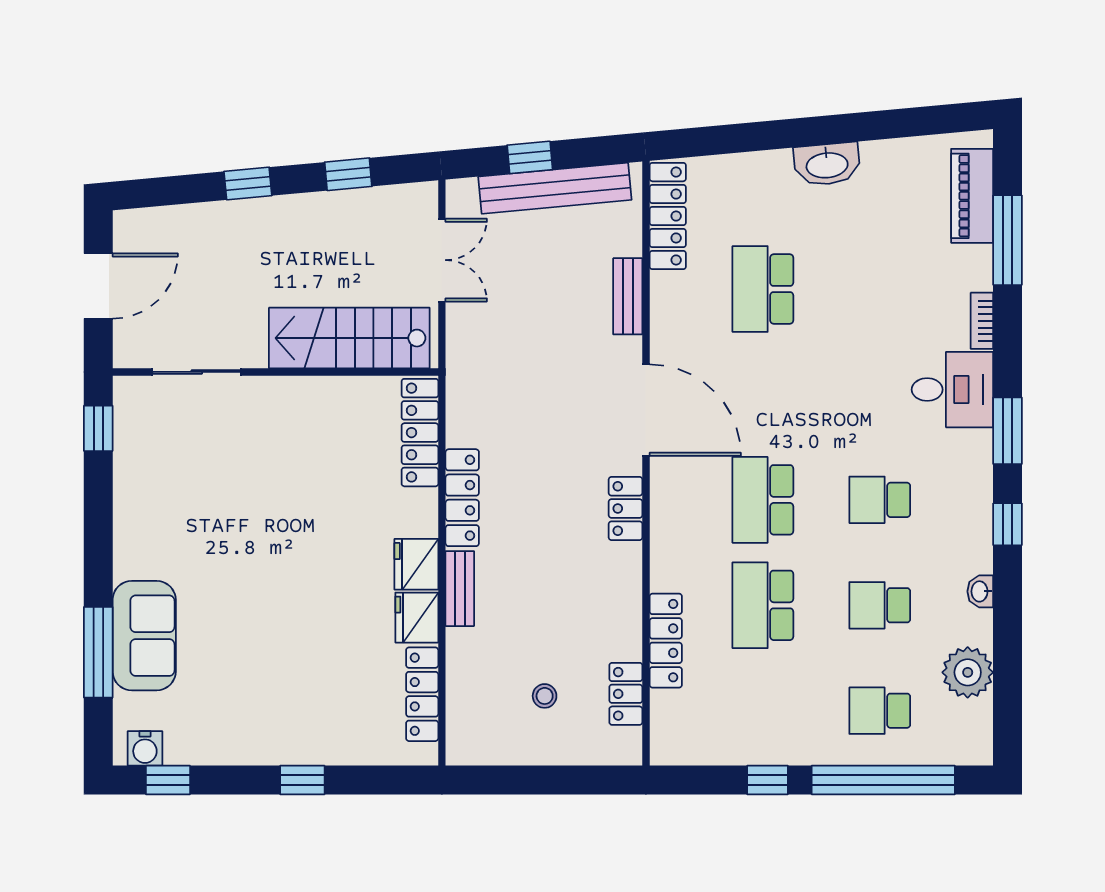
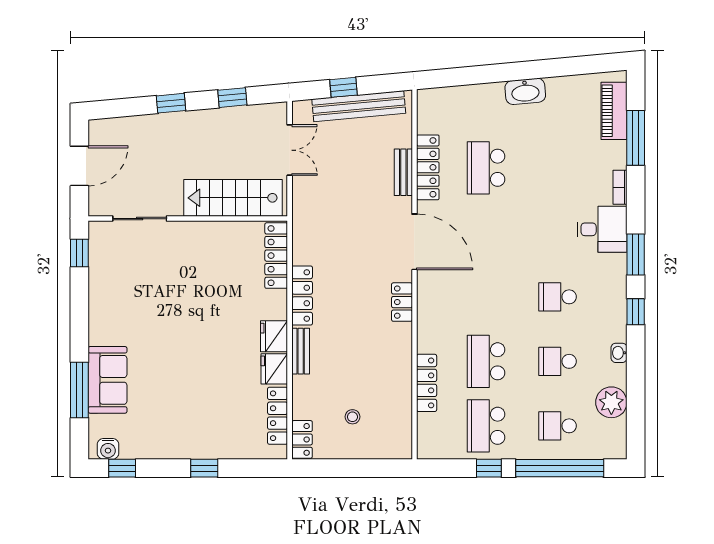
locker: (668, 216) -> (428, 167), moved
school desk: (763, 500) -> (486, 426), moved
locker: (626, 694) -> (302, 439), moved, turned 180

